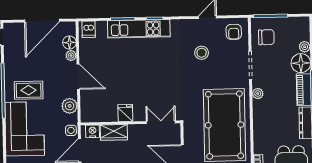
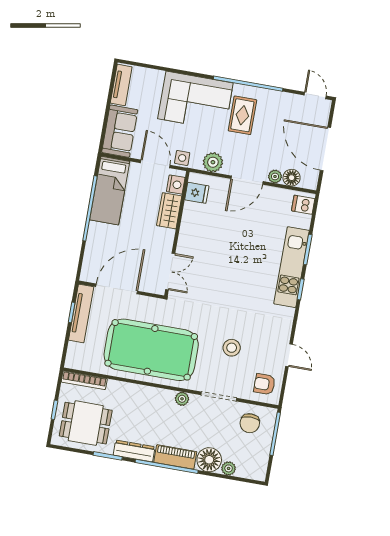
stool: (202, 53) -> (232, 348), moved
fridge: (125, 113) -> (197, 193), moved

